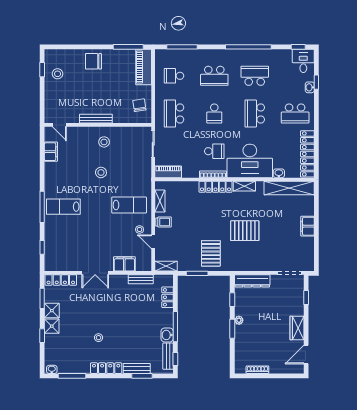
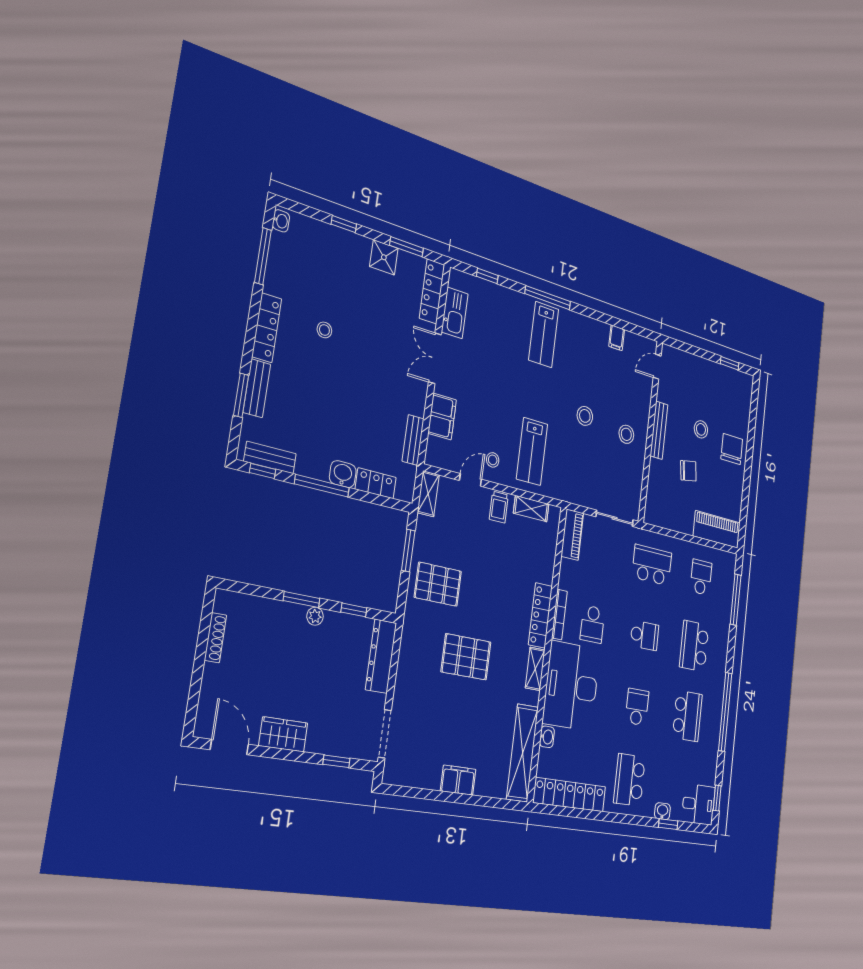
window: (128, 47) -> (744, 511), removed
stool: (58, 74) -> (701, 429), moved
chair: (139, 105) -> (688, 471), moved
school desk: (214, 113) -> (645, 635), turned 180
school desk: (255, 113) -> (637, 707), width x0.54
filing cabinet: (51, 152) -> (617, 338), width x0.50
lab bench: (63, 207) -> (544, 335), turned 180
pallet: (245, 231) -> (466, 657), turned 90
kitchen sink: (68, 265) -> (455, 313), added
shower: (52, 326) -> (358, 248), removed
washbasin: (167, 335) -> (343, 474), moved

